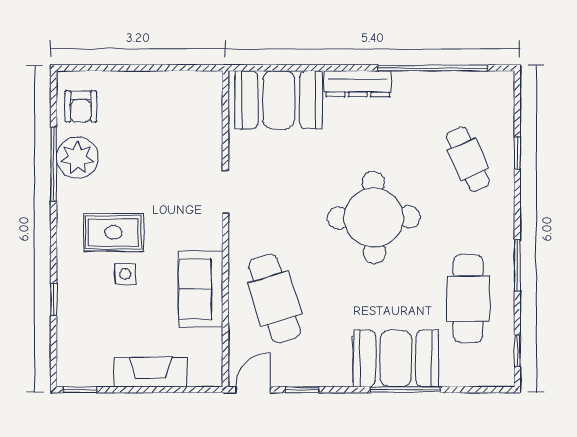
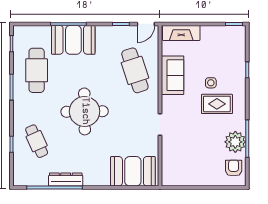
dresser: (358, 84) -> (66, 180), moved
fireplace: (151, 372) -> (181, 33), moved

